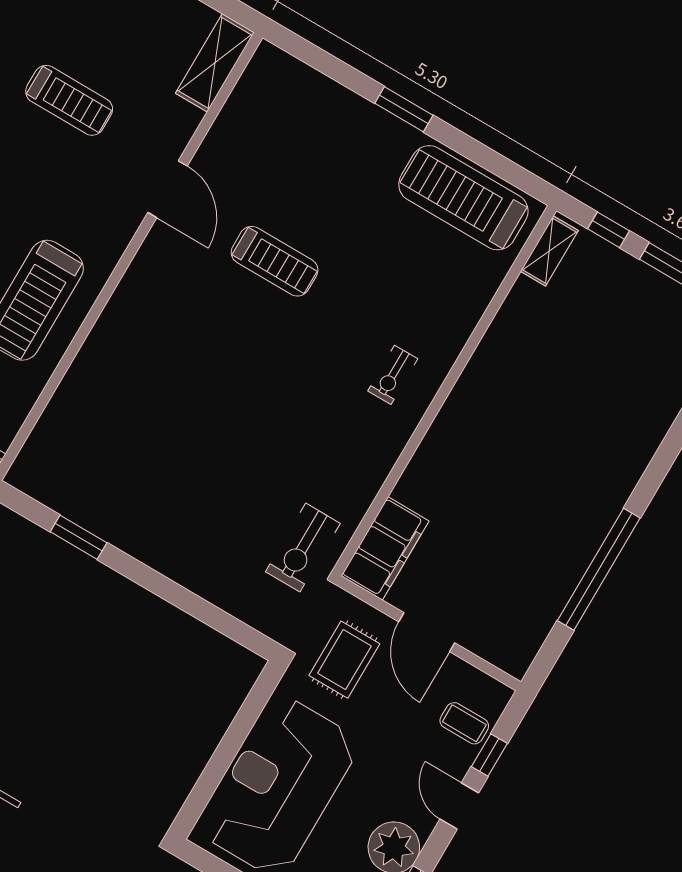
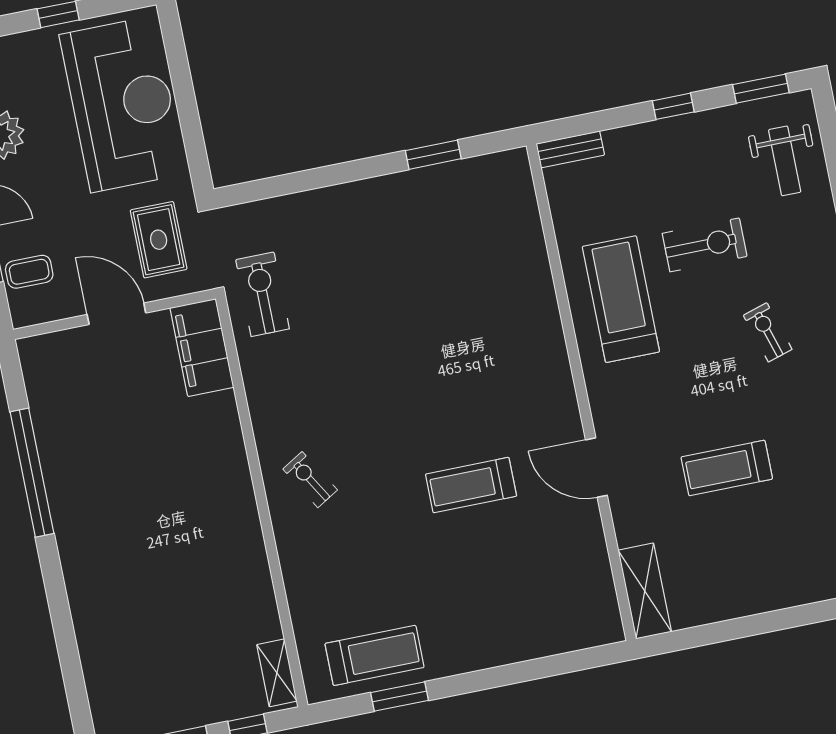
window: (404, 109) -> (399, 696), moved
treadmill: (463, 198) -> (375, 655), width x0.73, depth x0.73
exercise bike: (393, 375) -> (310, 480), turned -31

